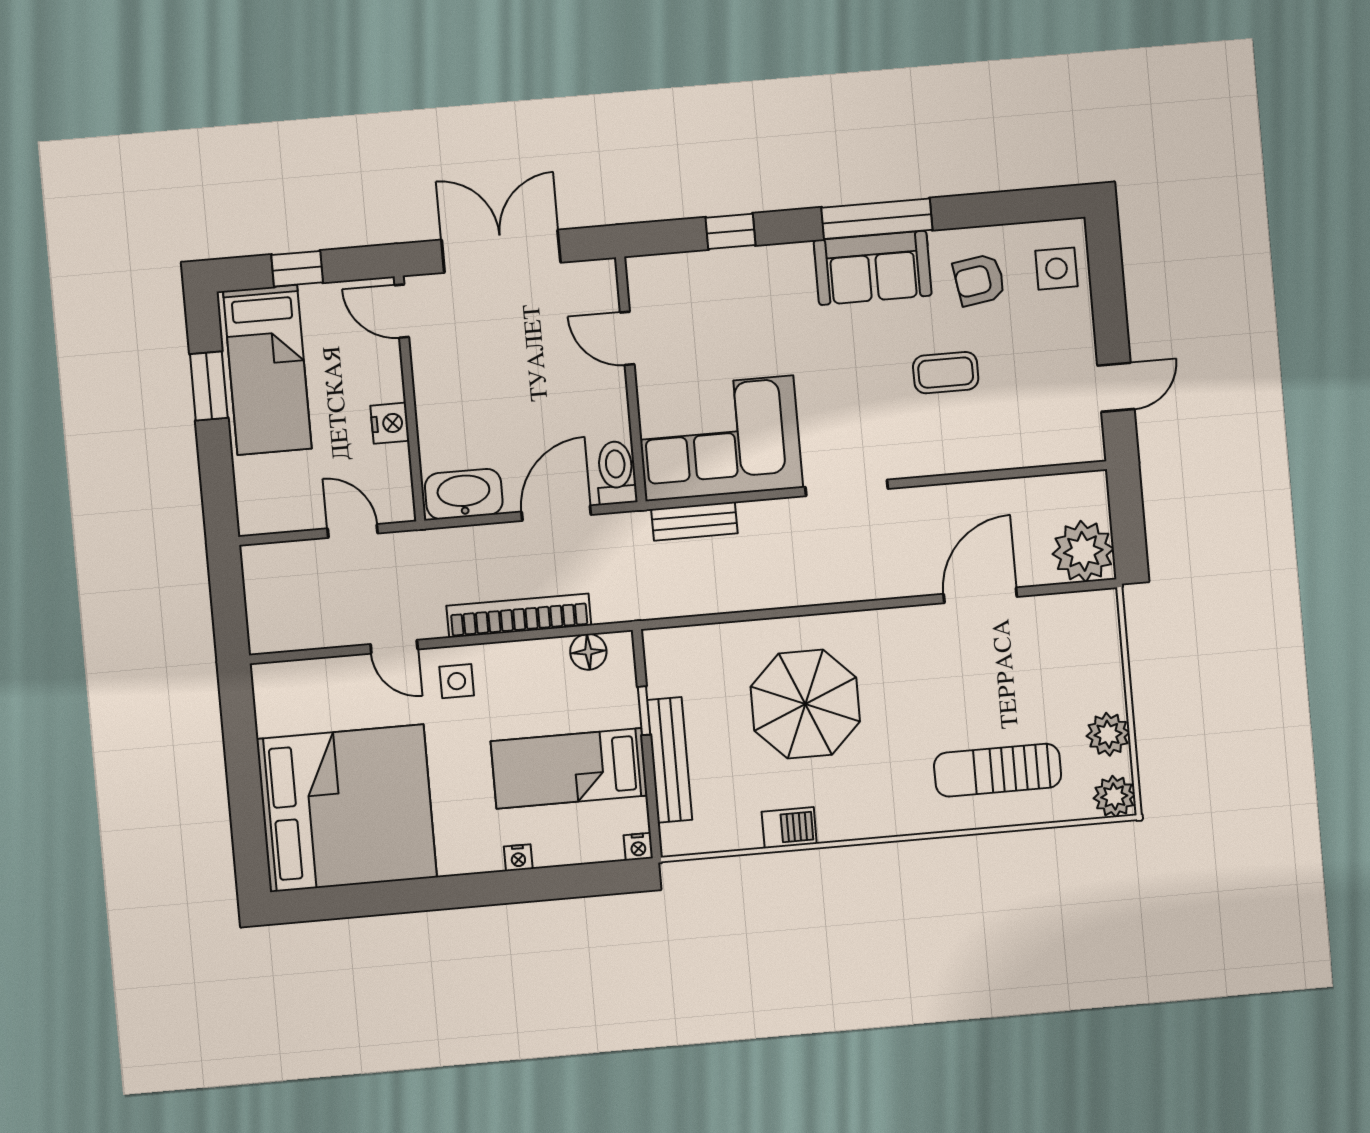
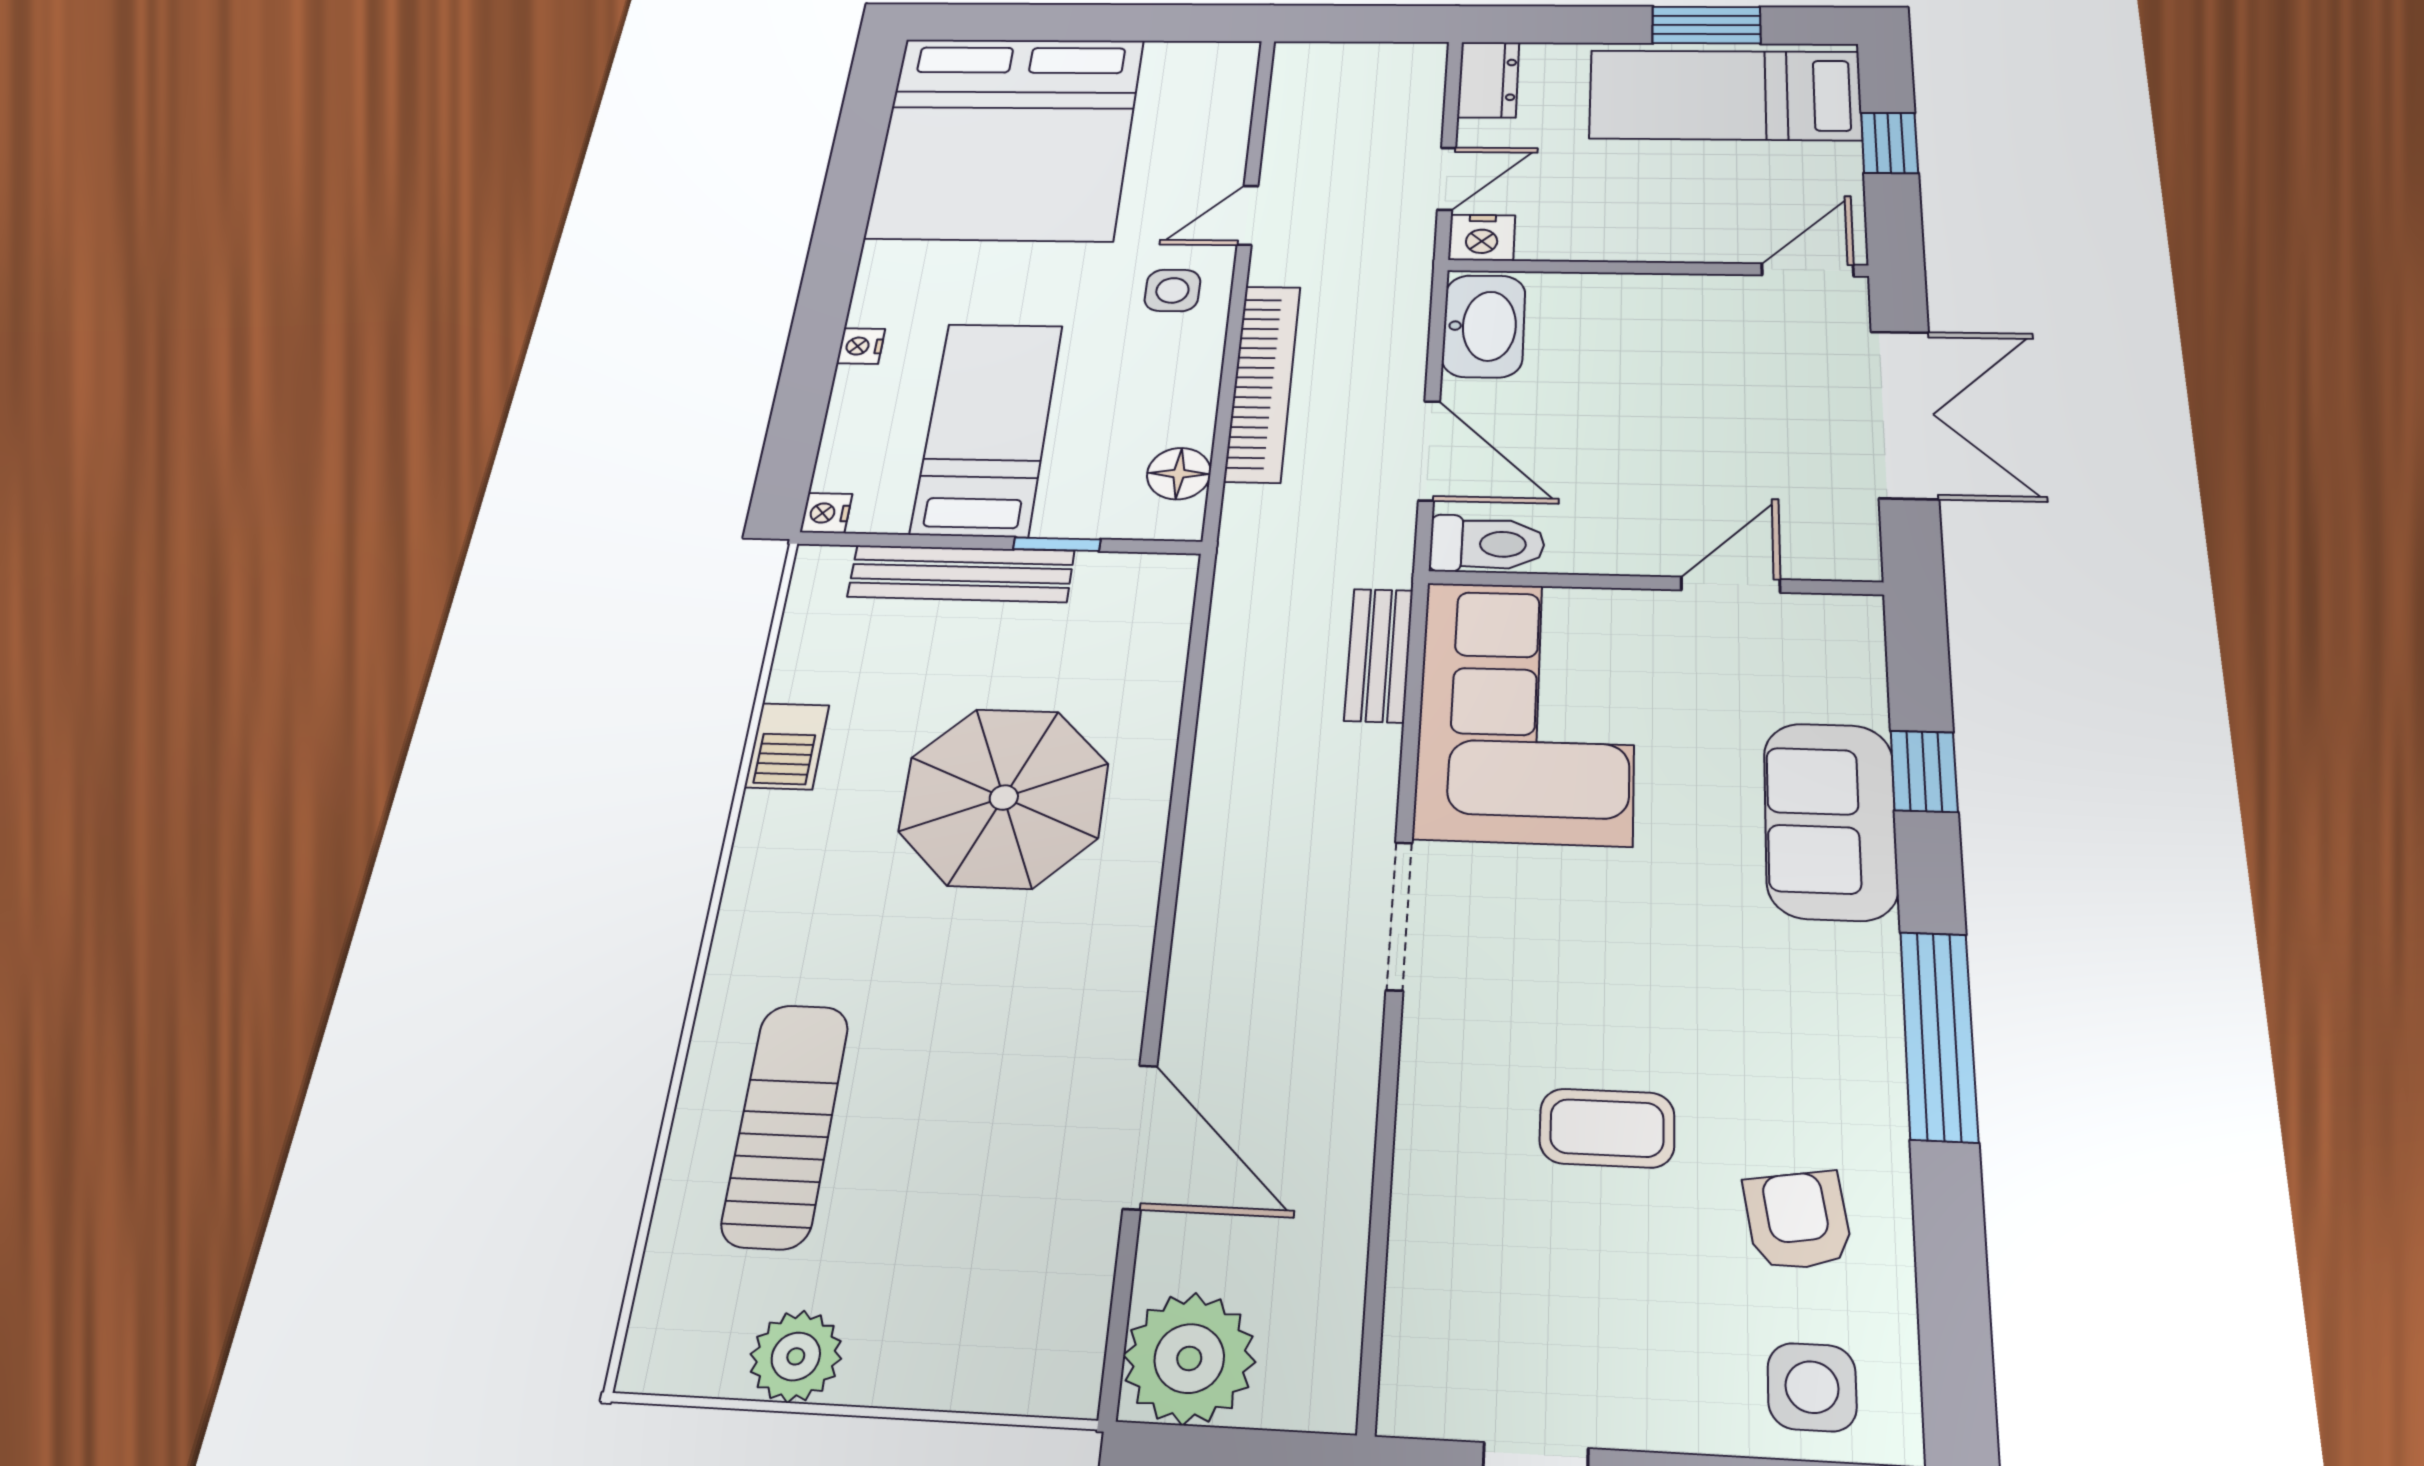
sofa: (873, 268) -> (1830, 820), moved
coffee table: (946, 373) -> (1607, 1128), turned 90
nightstand: (390, 423) -> (1482, 238), moved
dresser: (269, 516) -> (1488, 80), added
plant: (1114, 796) -> (665, 1351), removed

